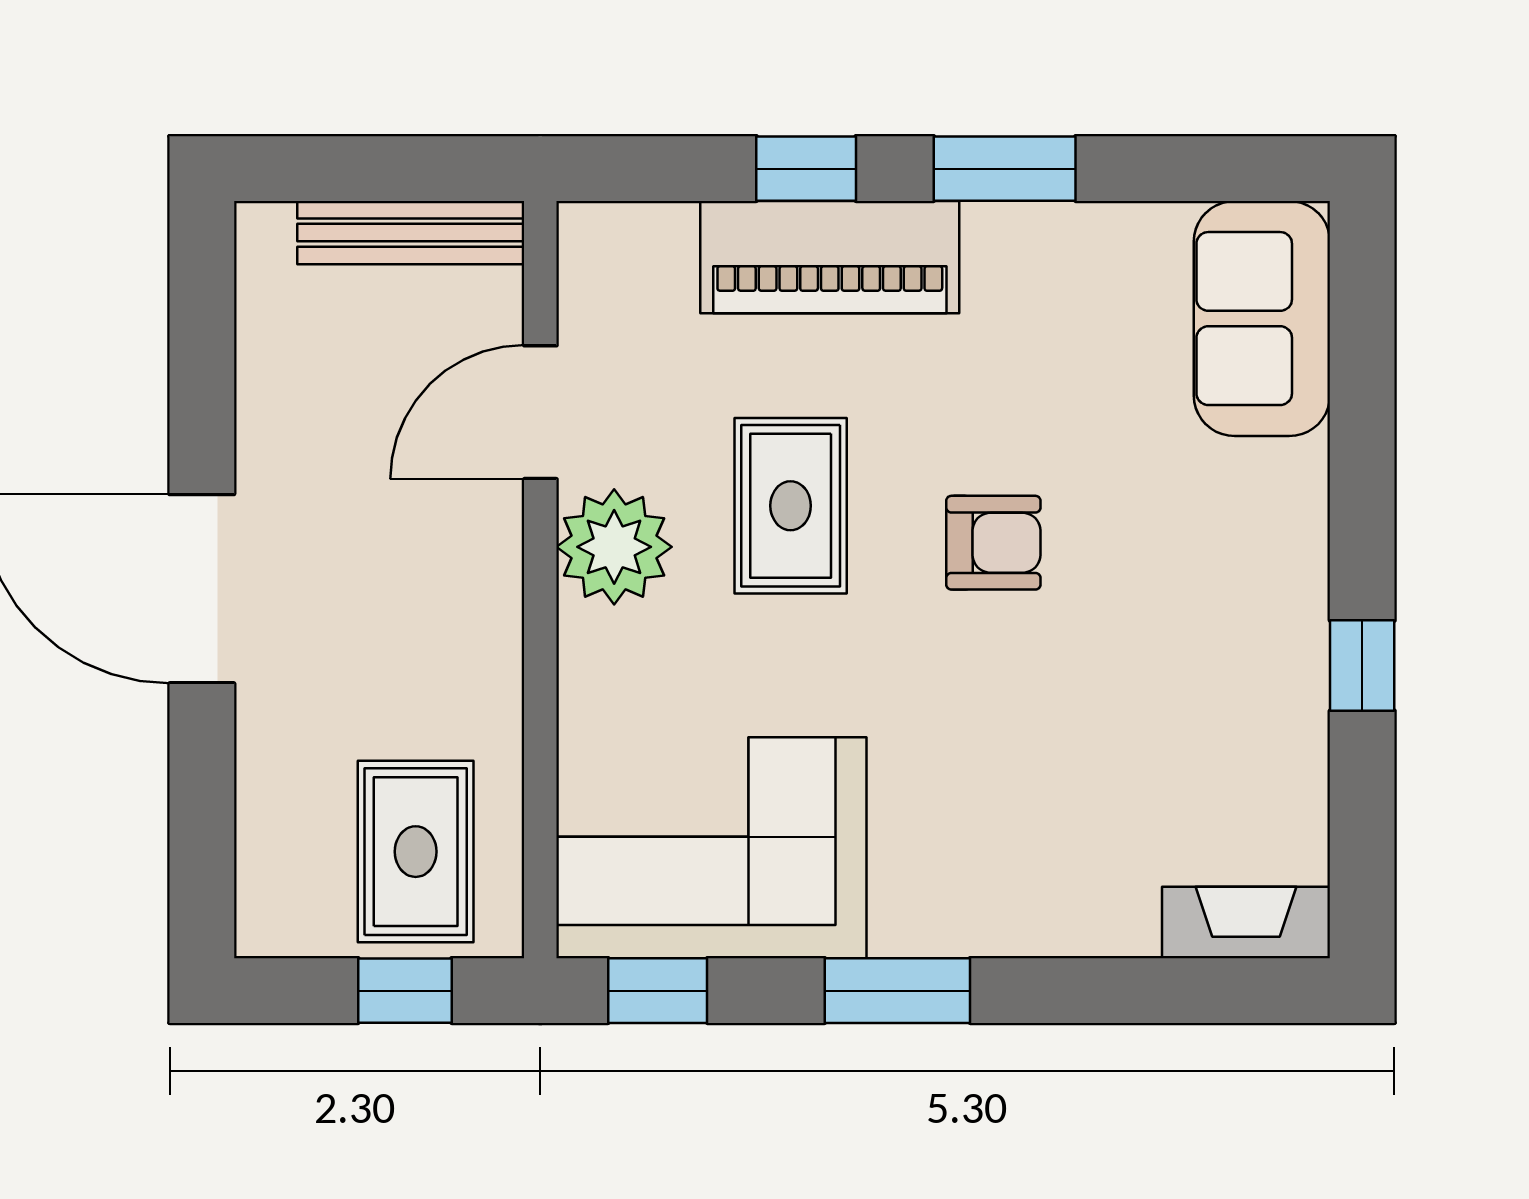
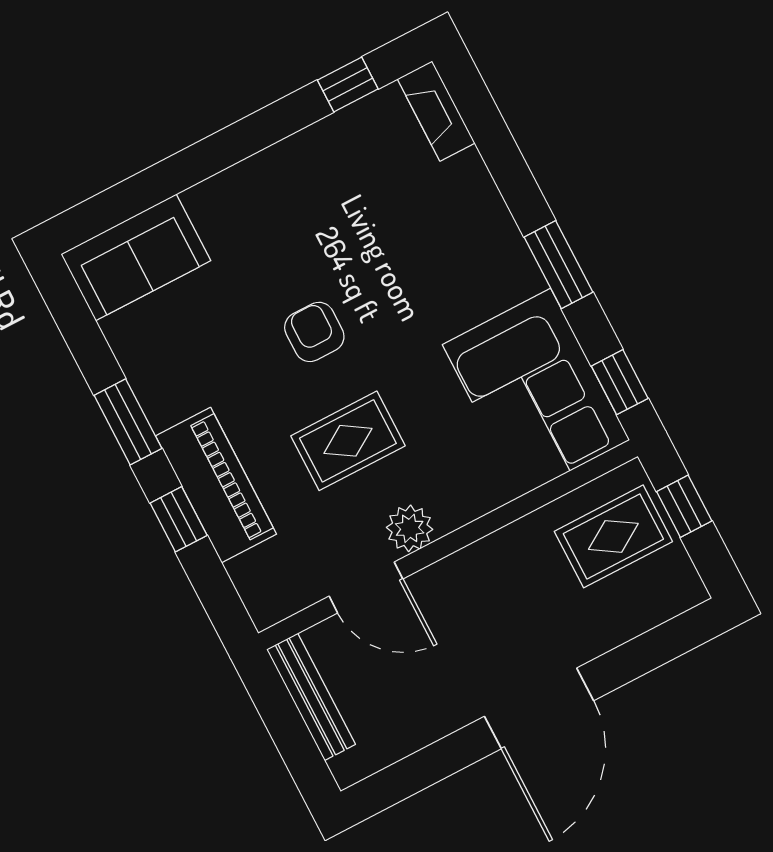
plant: (614, 547) -> (410, 528), width x0.73, depth x0.73
window: (1362, 666) -> (348, 85), moved

